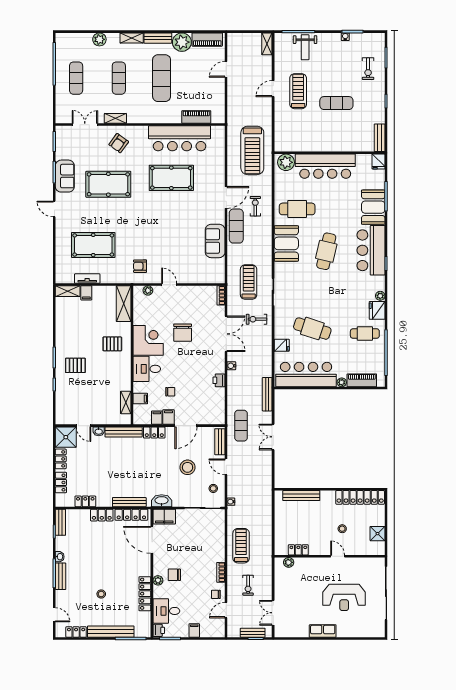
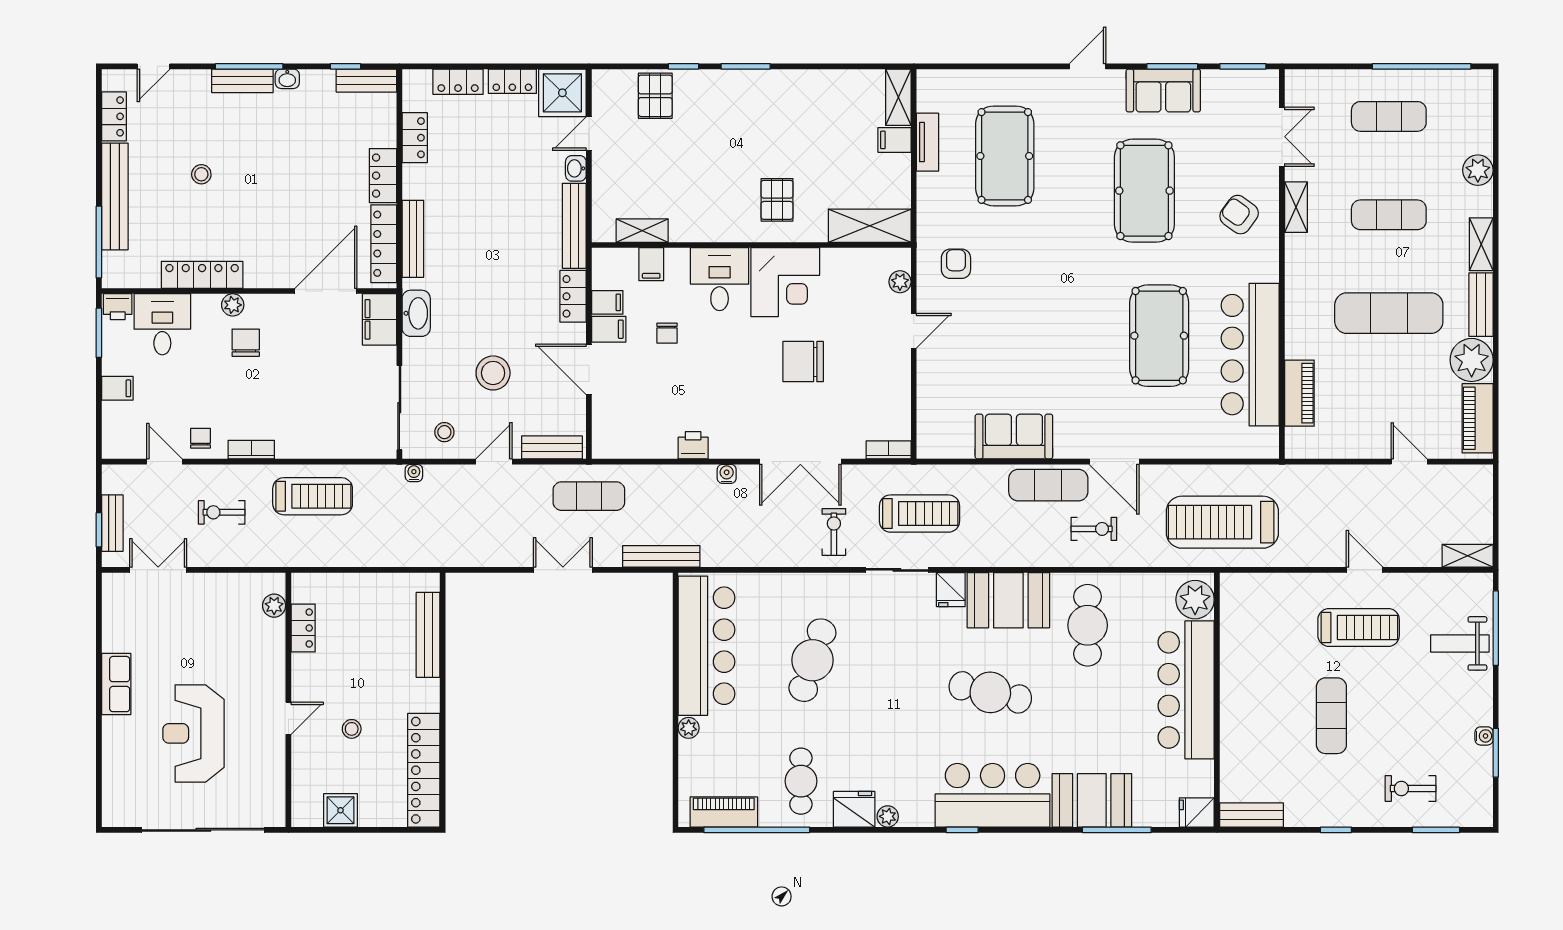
fridge: (282, 345) -> (951, 590), moved
pallet: (75, 365) -> (655, 96), moved
piano: (362, 380) -> (724, 812), moved, turned -90

